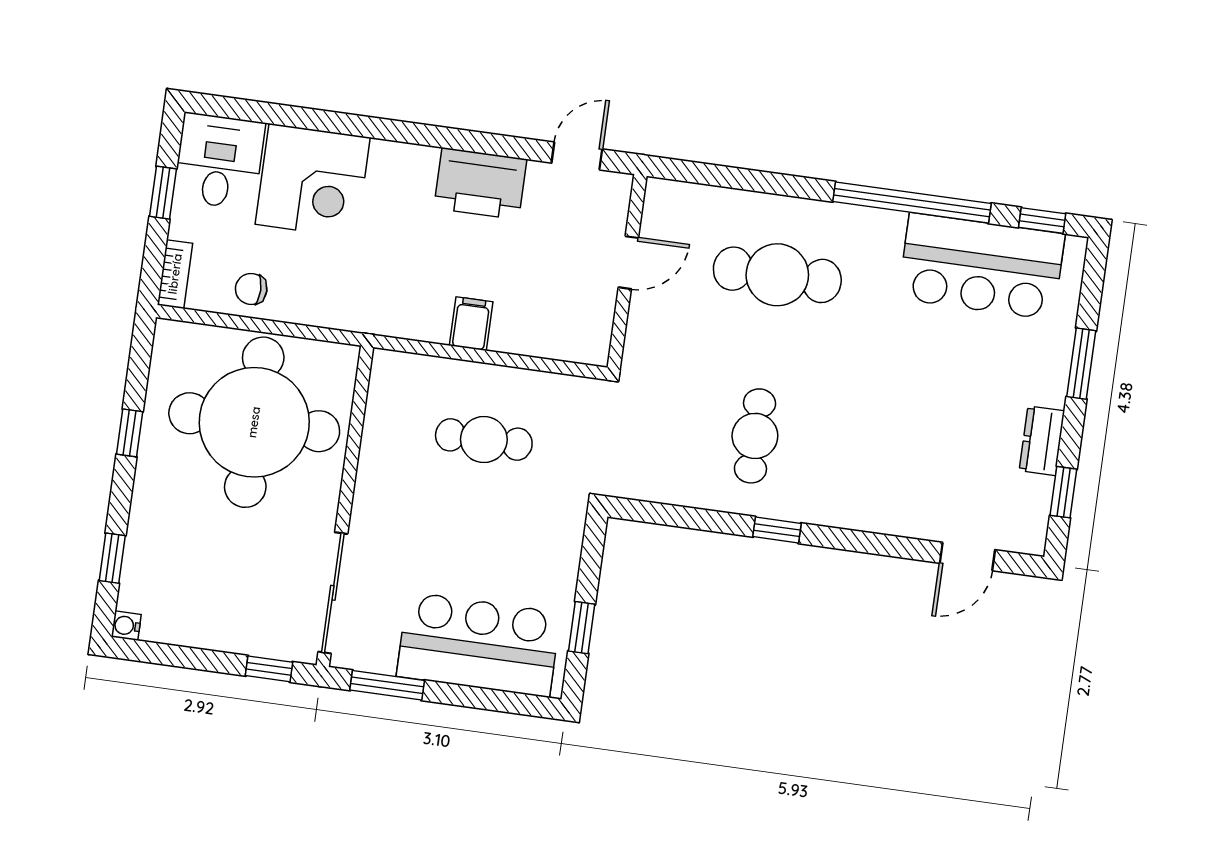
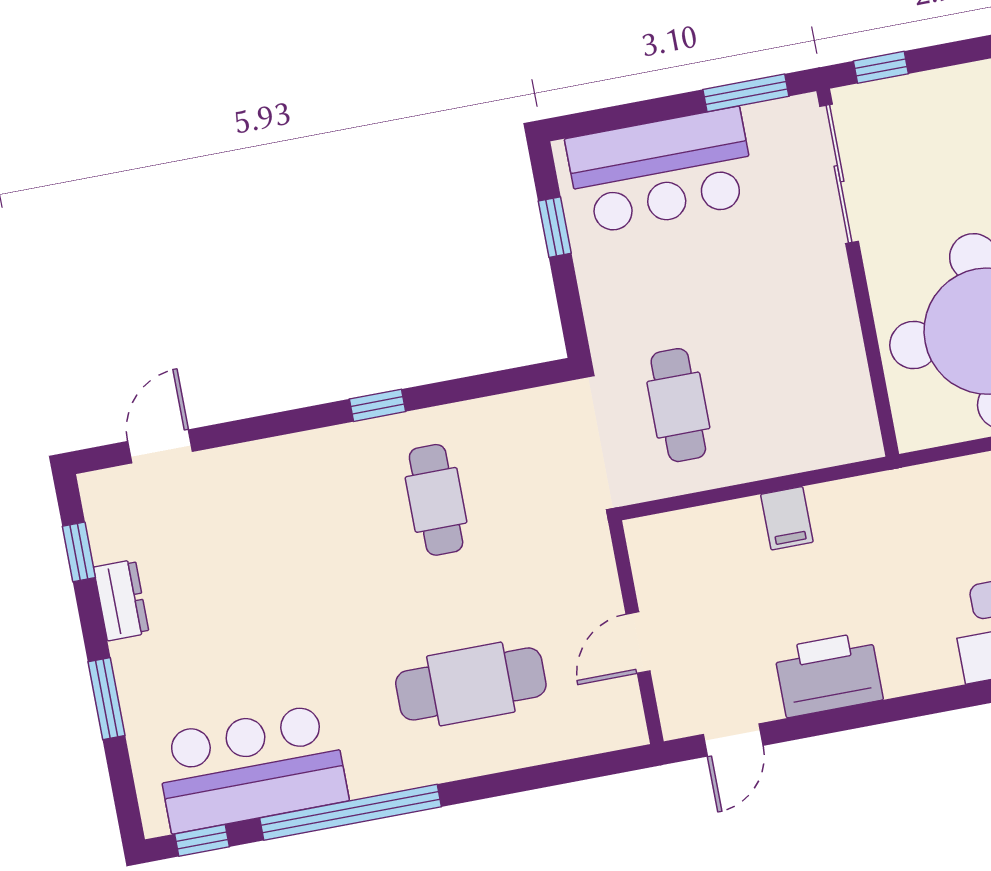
cafe table: (484, 440) -> (678, 405), moved, turned 90

